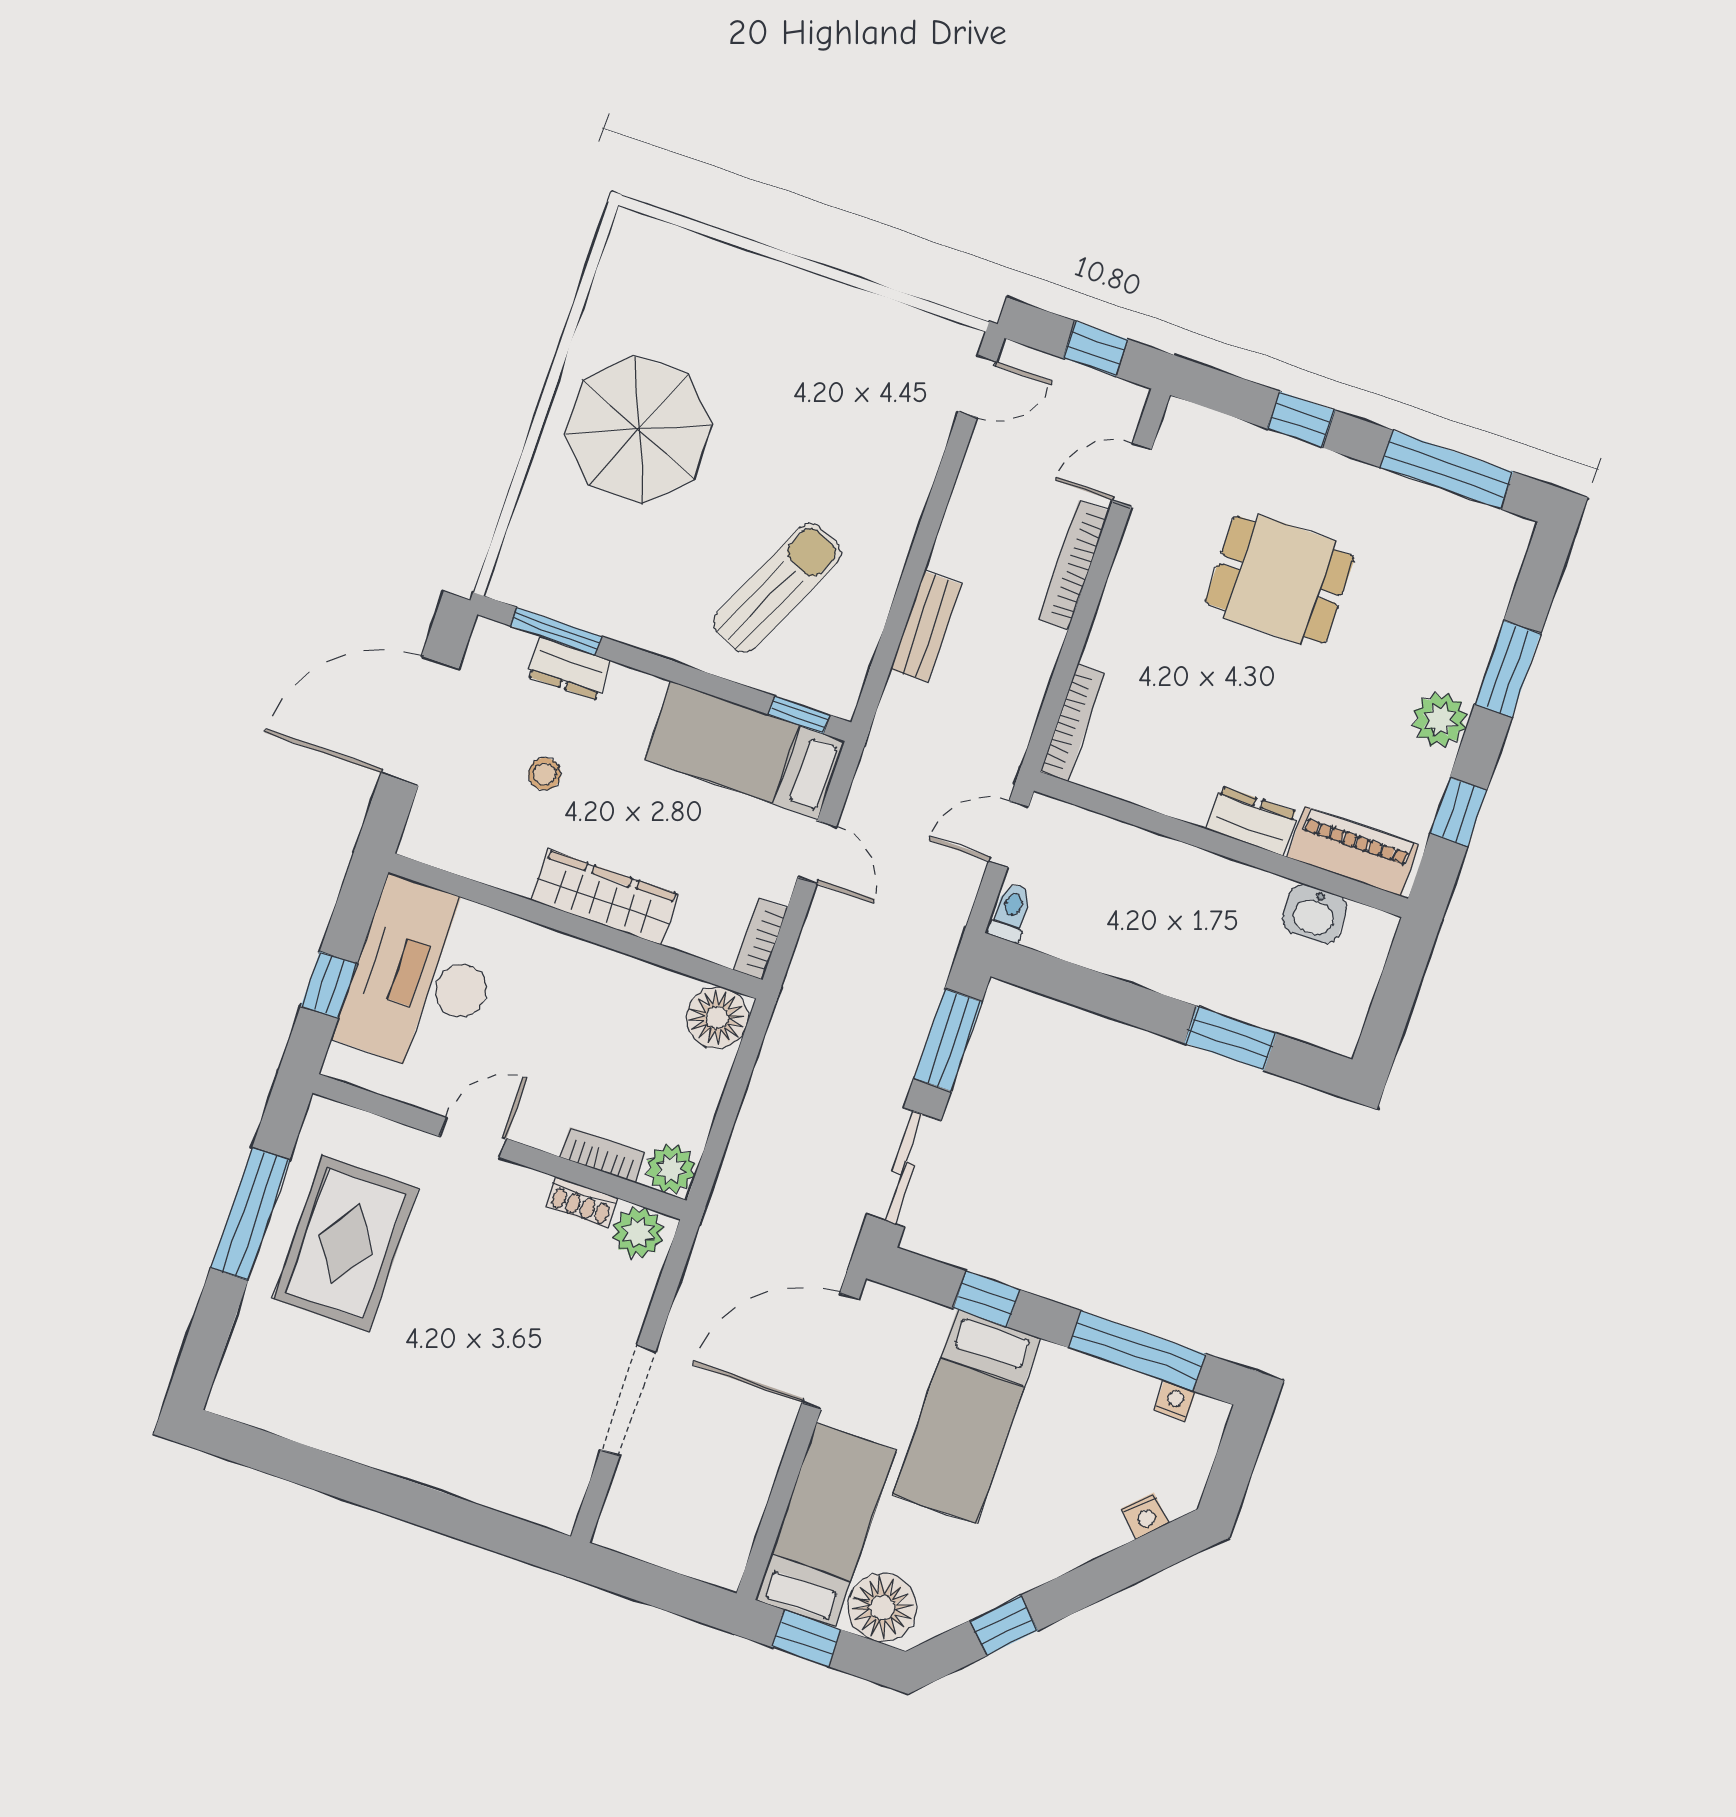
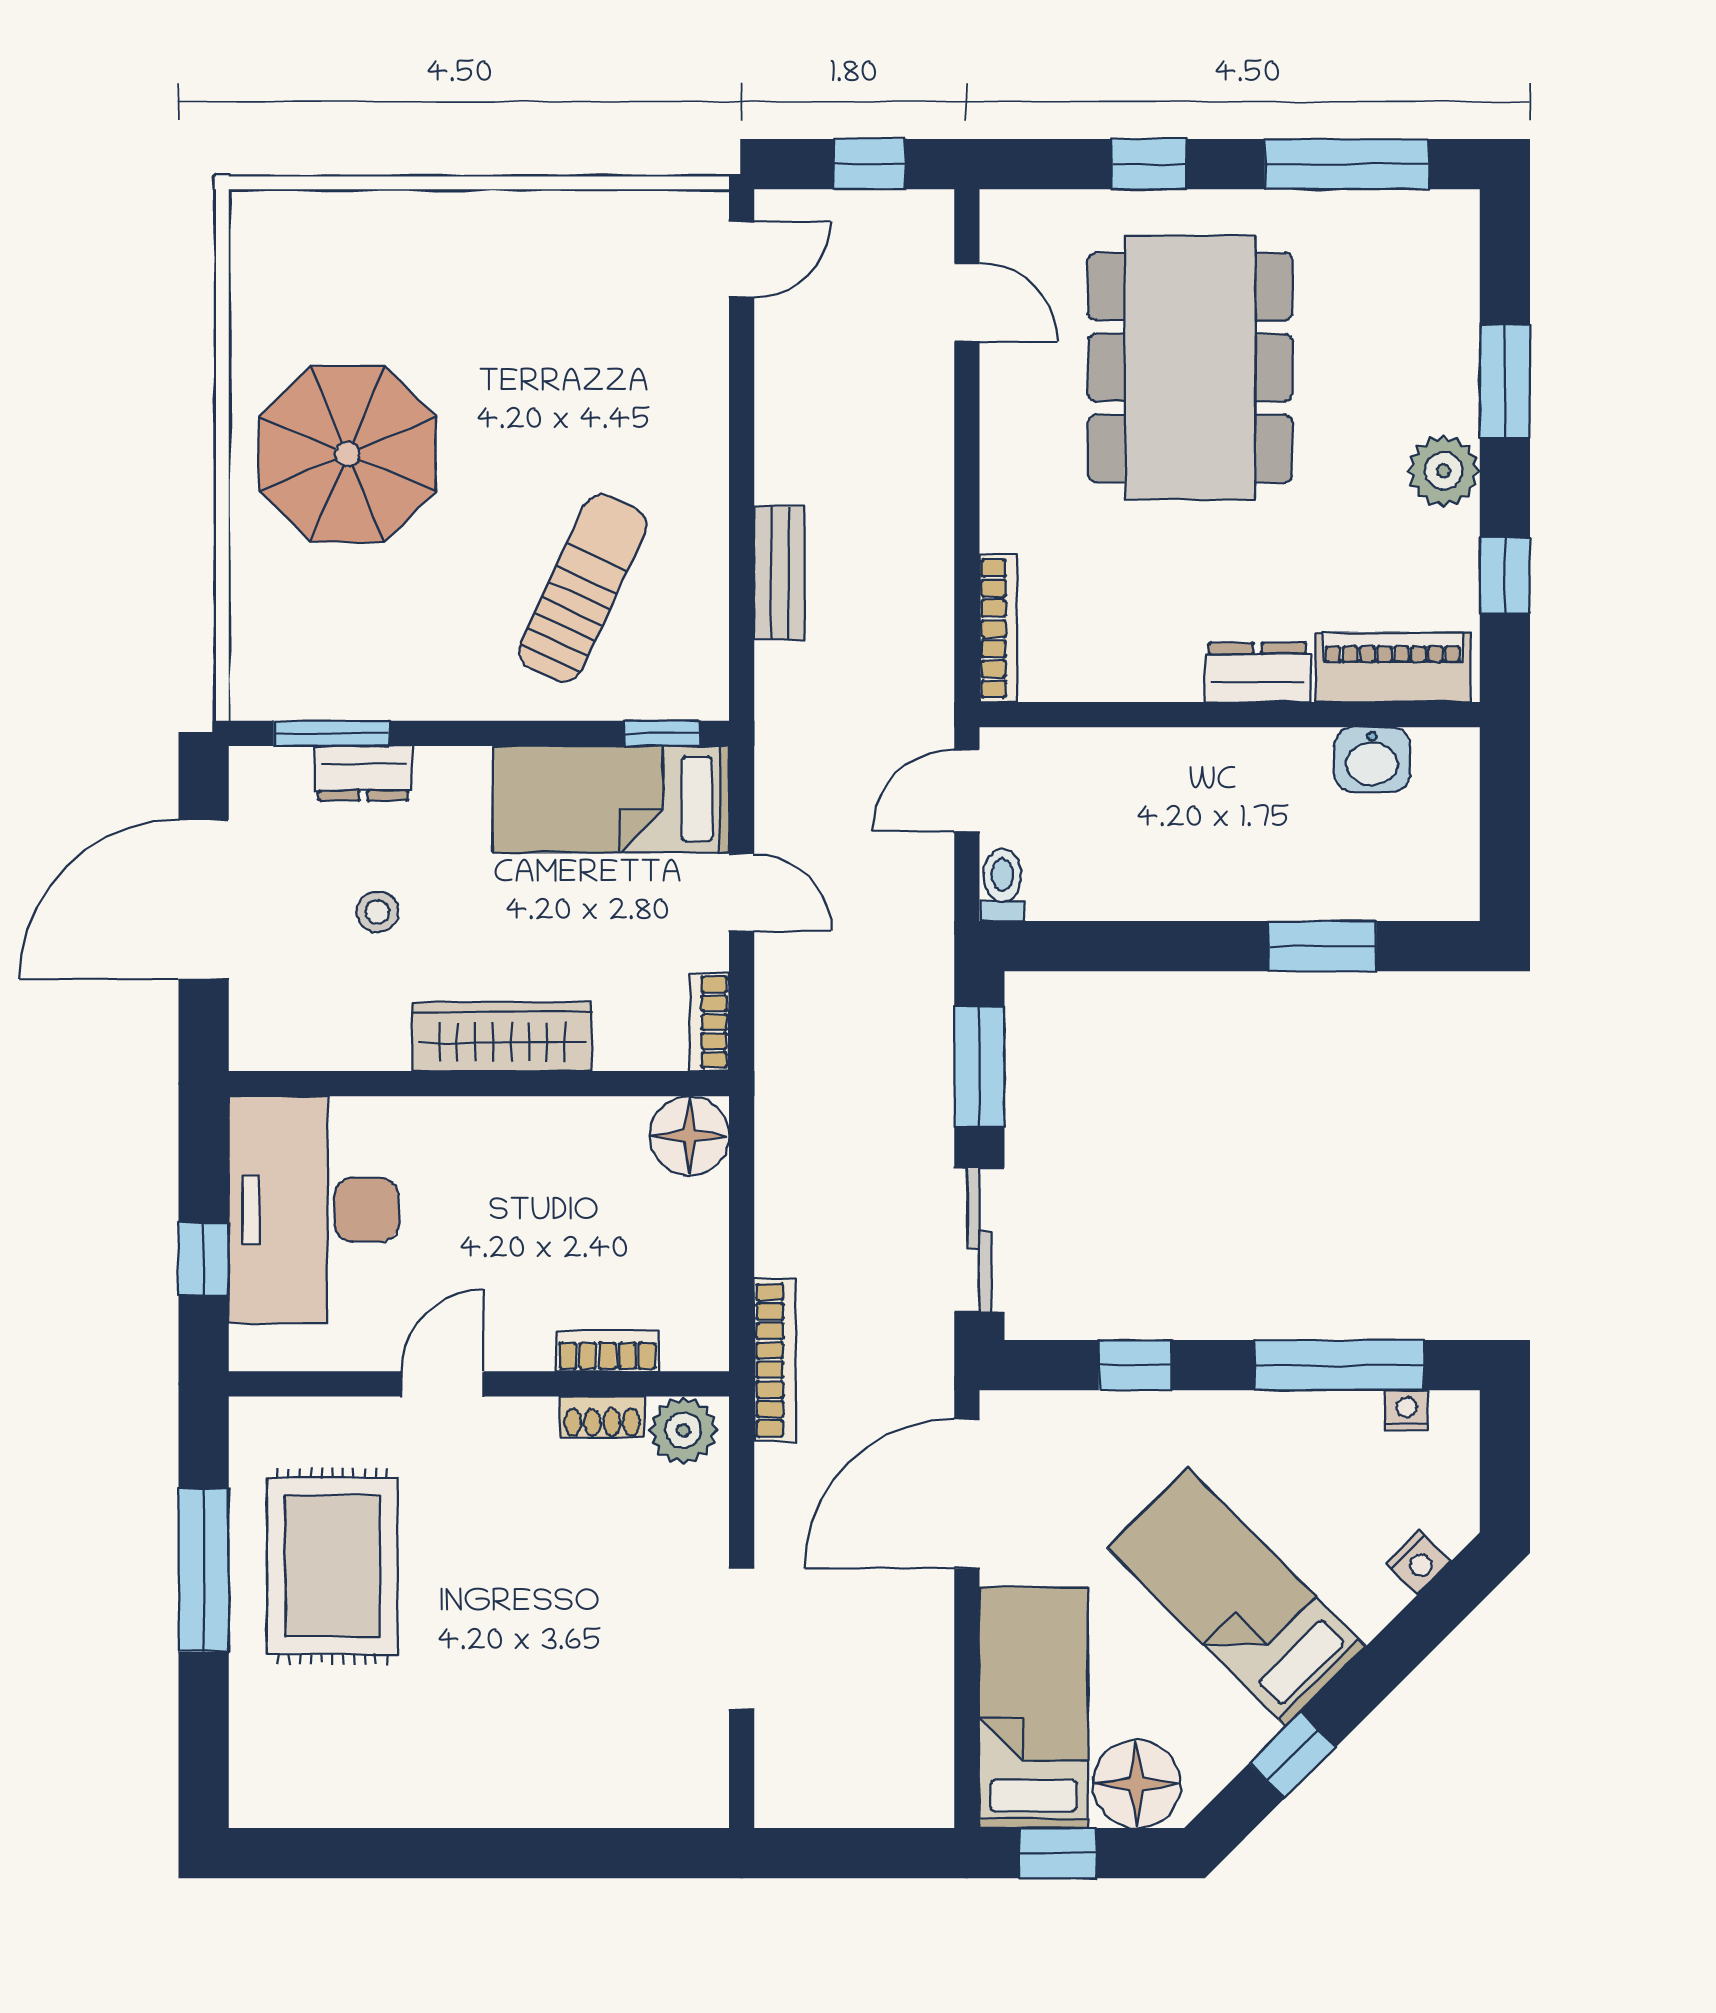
door: (1132, 475) -> (967, 302), swing flipped
bookcase: (1074, 565) -> (775, 1360), moved, turned 180
dining table: (1280, 580) -> (1190, 368), width x1.88, depth x1.24
plant: (671, 1169) -> (696, 1339), removed
bed: (967, 1417) -> (1236, 1597), moved, turned 135

